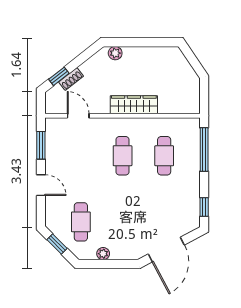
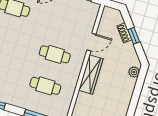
window: (59, 76) -> (134, 36), moved
door: (78, 116) -> (91, 42), moved

